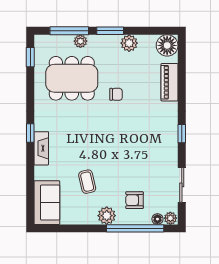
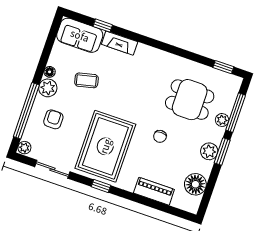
plant: (129, 43) -> (209, 151), moved
floor lamp: (167, 45) -> (195, 184), moved
dining table: (72, 78) -> (190, 100), width x0.73
window: (30, 133) -> (103, 26), moved
rug: (143, 143) -> (105, 146), added
fireplace: (41, 148) -> (120, 43), moved
floor lamp: (157, 219) -> (50, 72), moved

